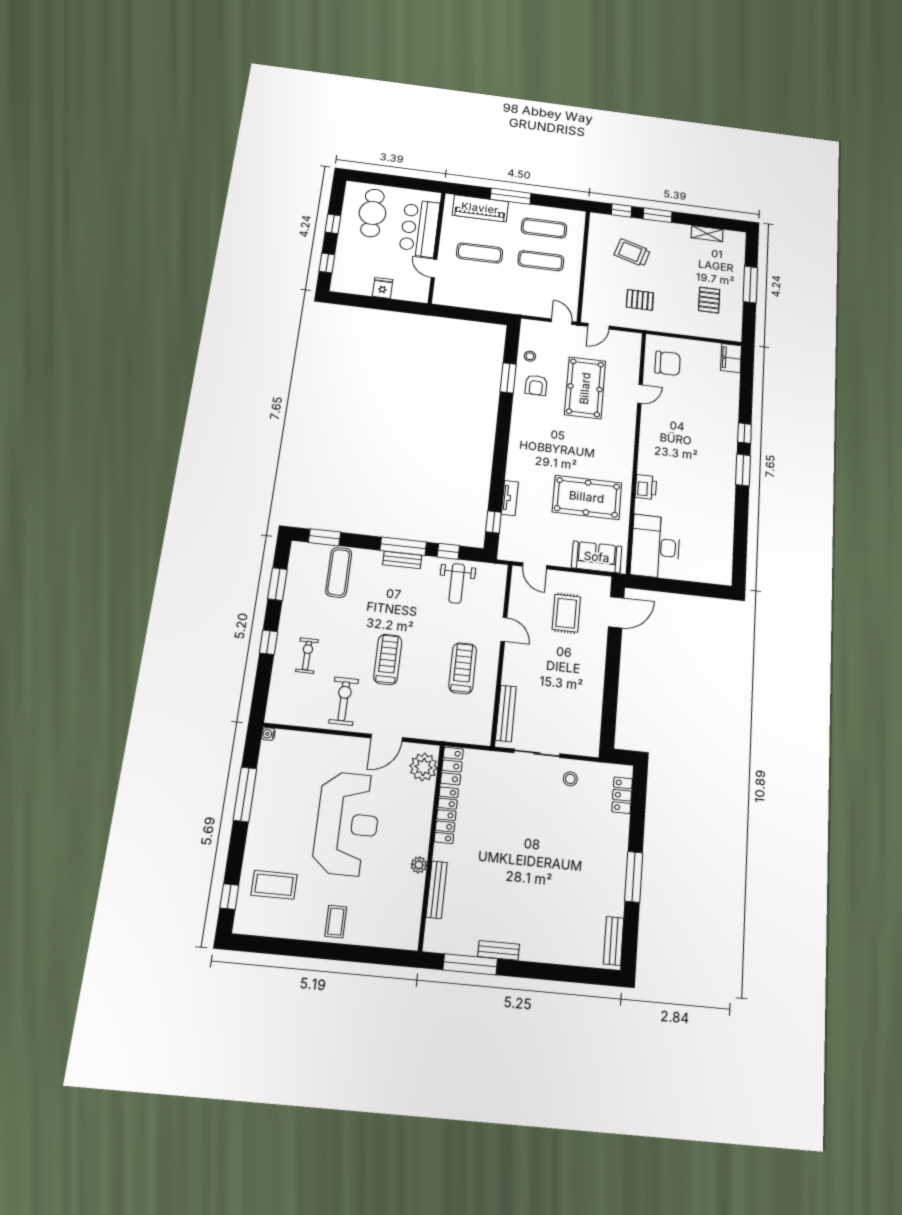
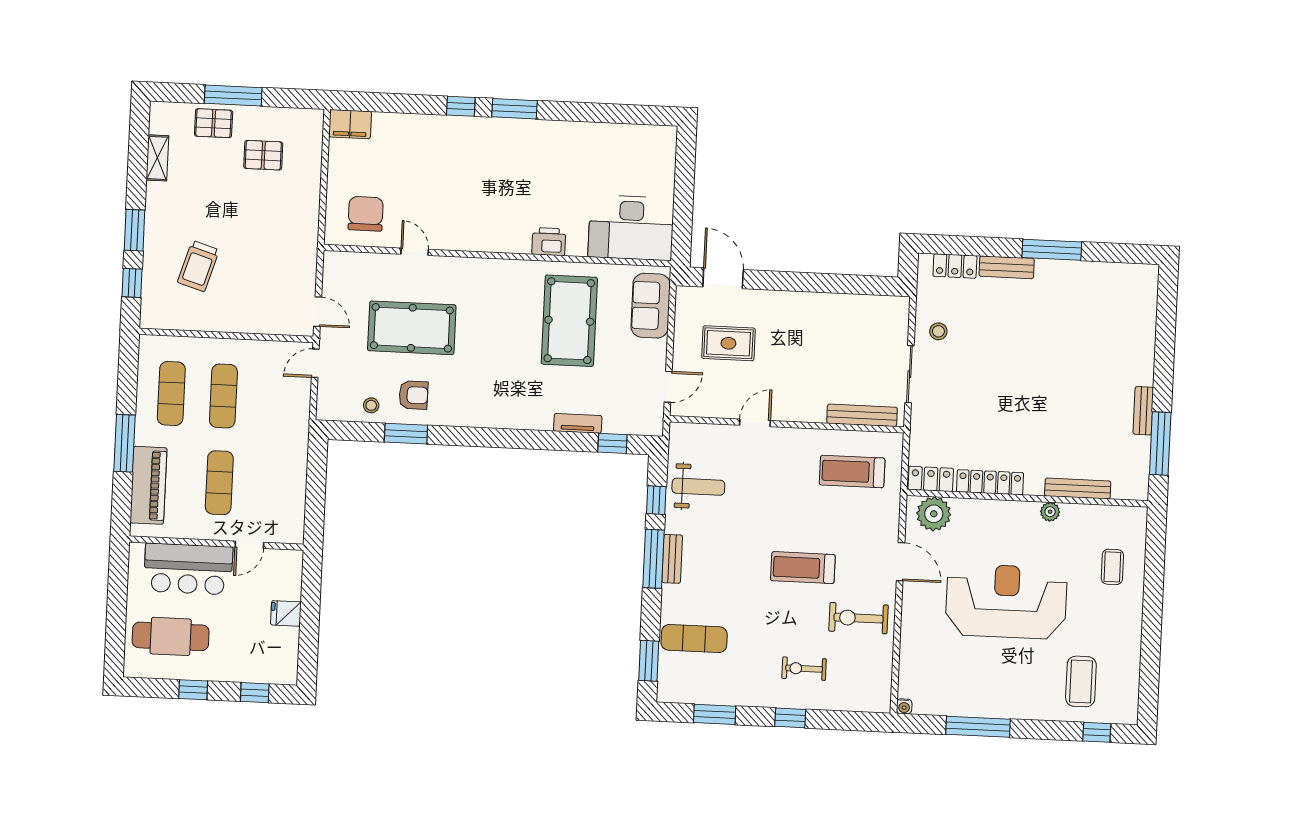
pallet: (640, 300) -> (214, 123), moved, turned 90
treadmill: (463, 668) -> (852, 471), moved
coffee table: (336, 922) -> (1112, 567), moved, turned 90
bench: (614, 941) -> (1007, 267), moved

